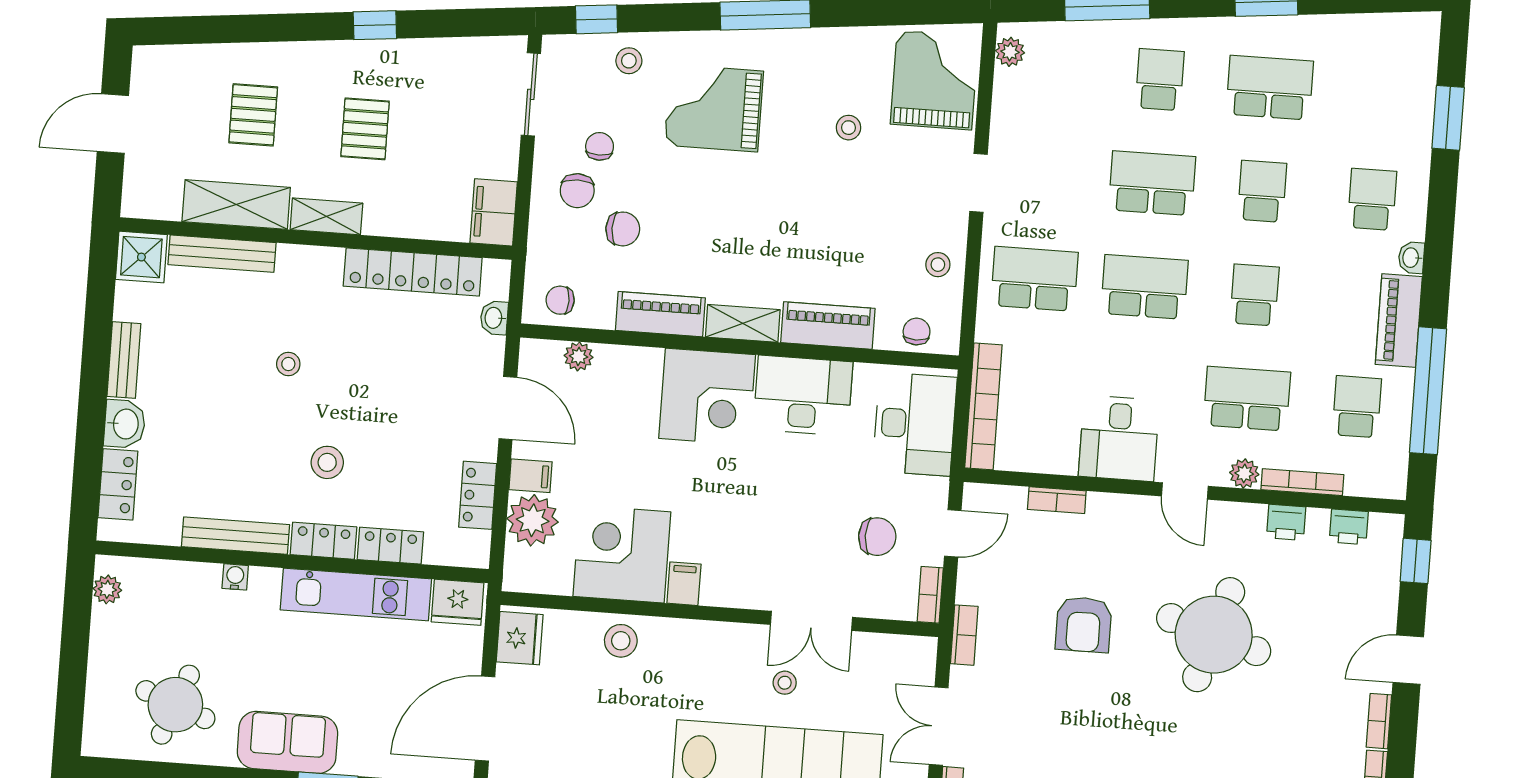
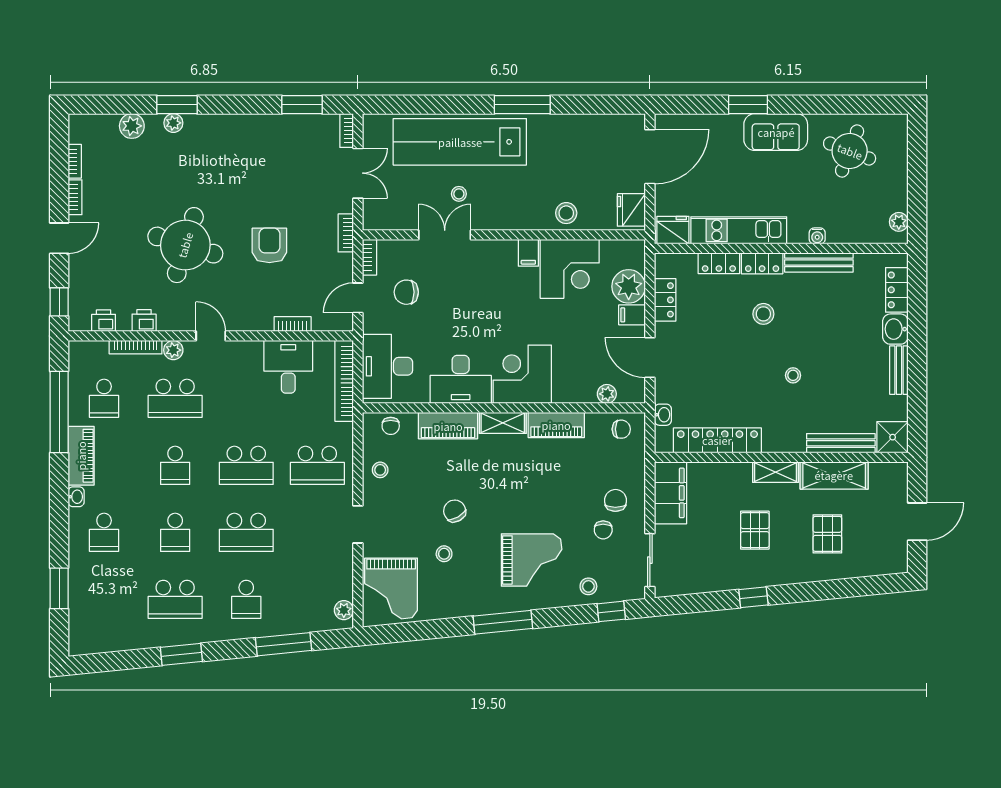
filing cabinet: (494, 212) -> (670, 493), width x1.50, depth x1.17
chair: (623, 229) -> (455, 511), moved, turned 61
desk: (1119, 438) -> (288, 367), moved

